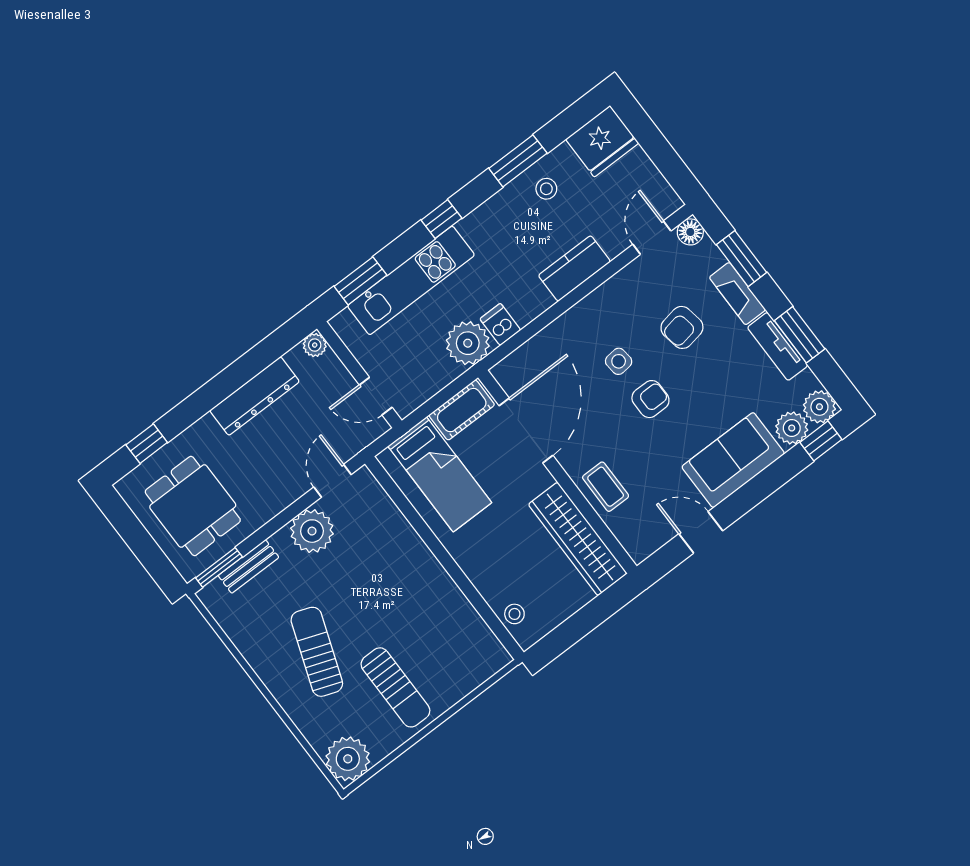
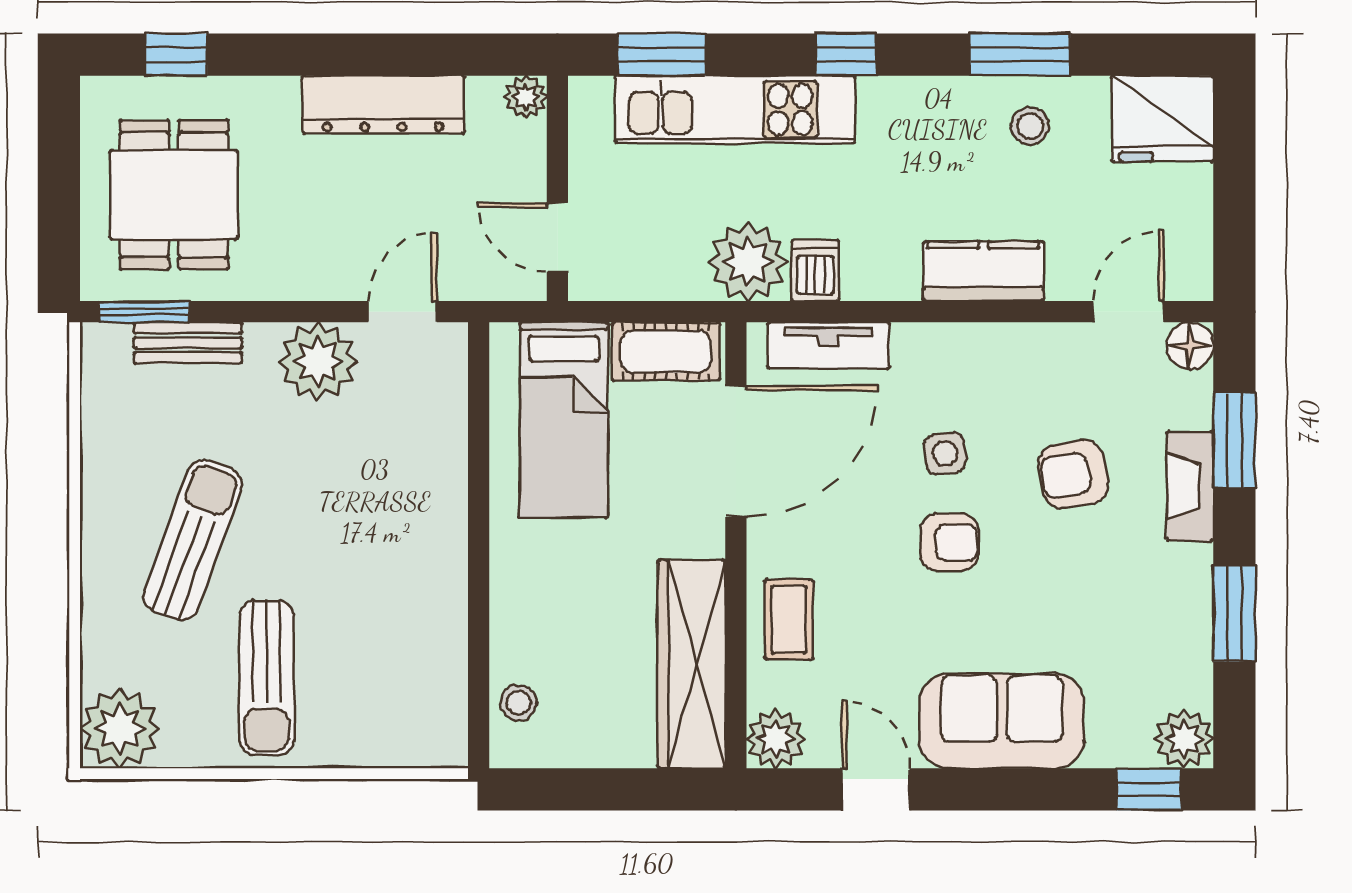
tv unit: (778, 346) -> (828, 346), moved, turned -90
plant: (792, 428) -> (776, 739), moved

